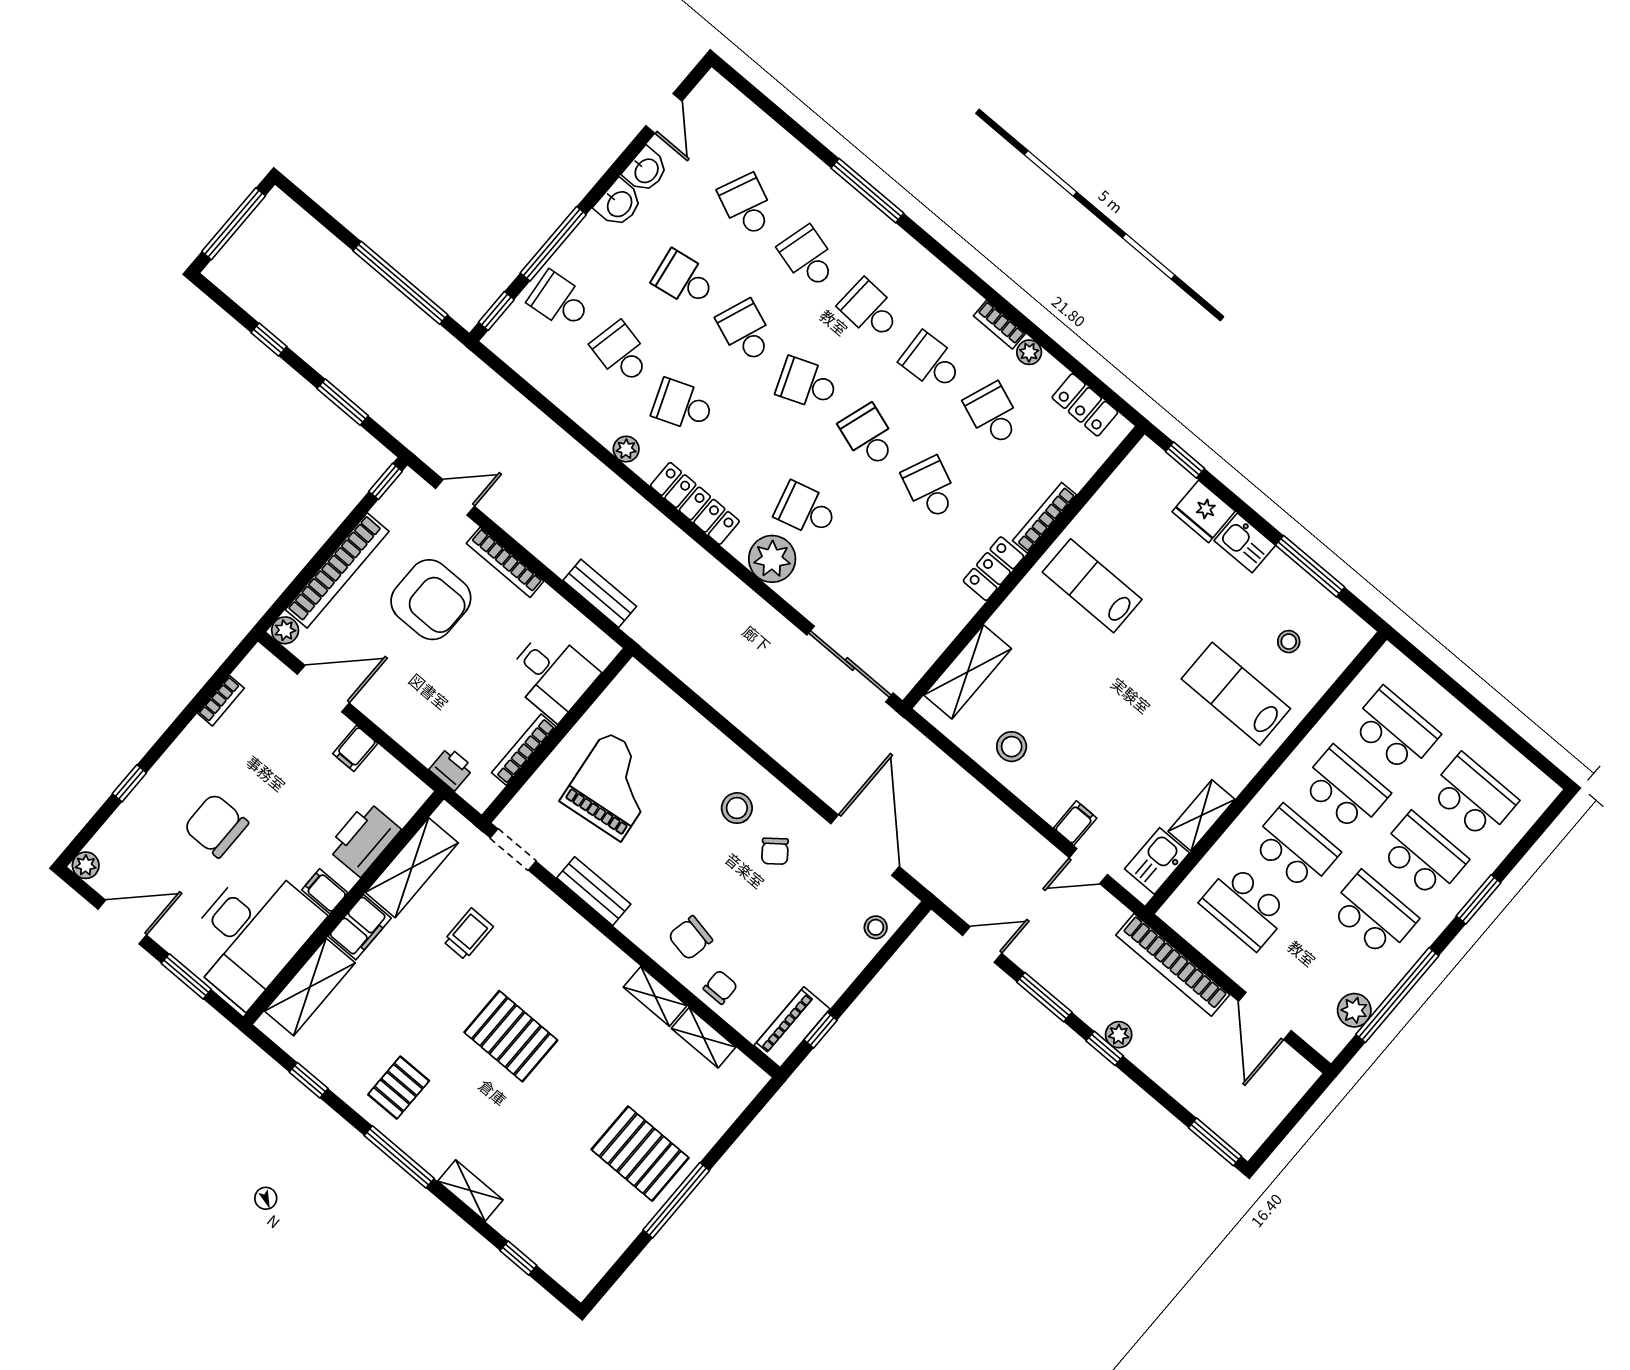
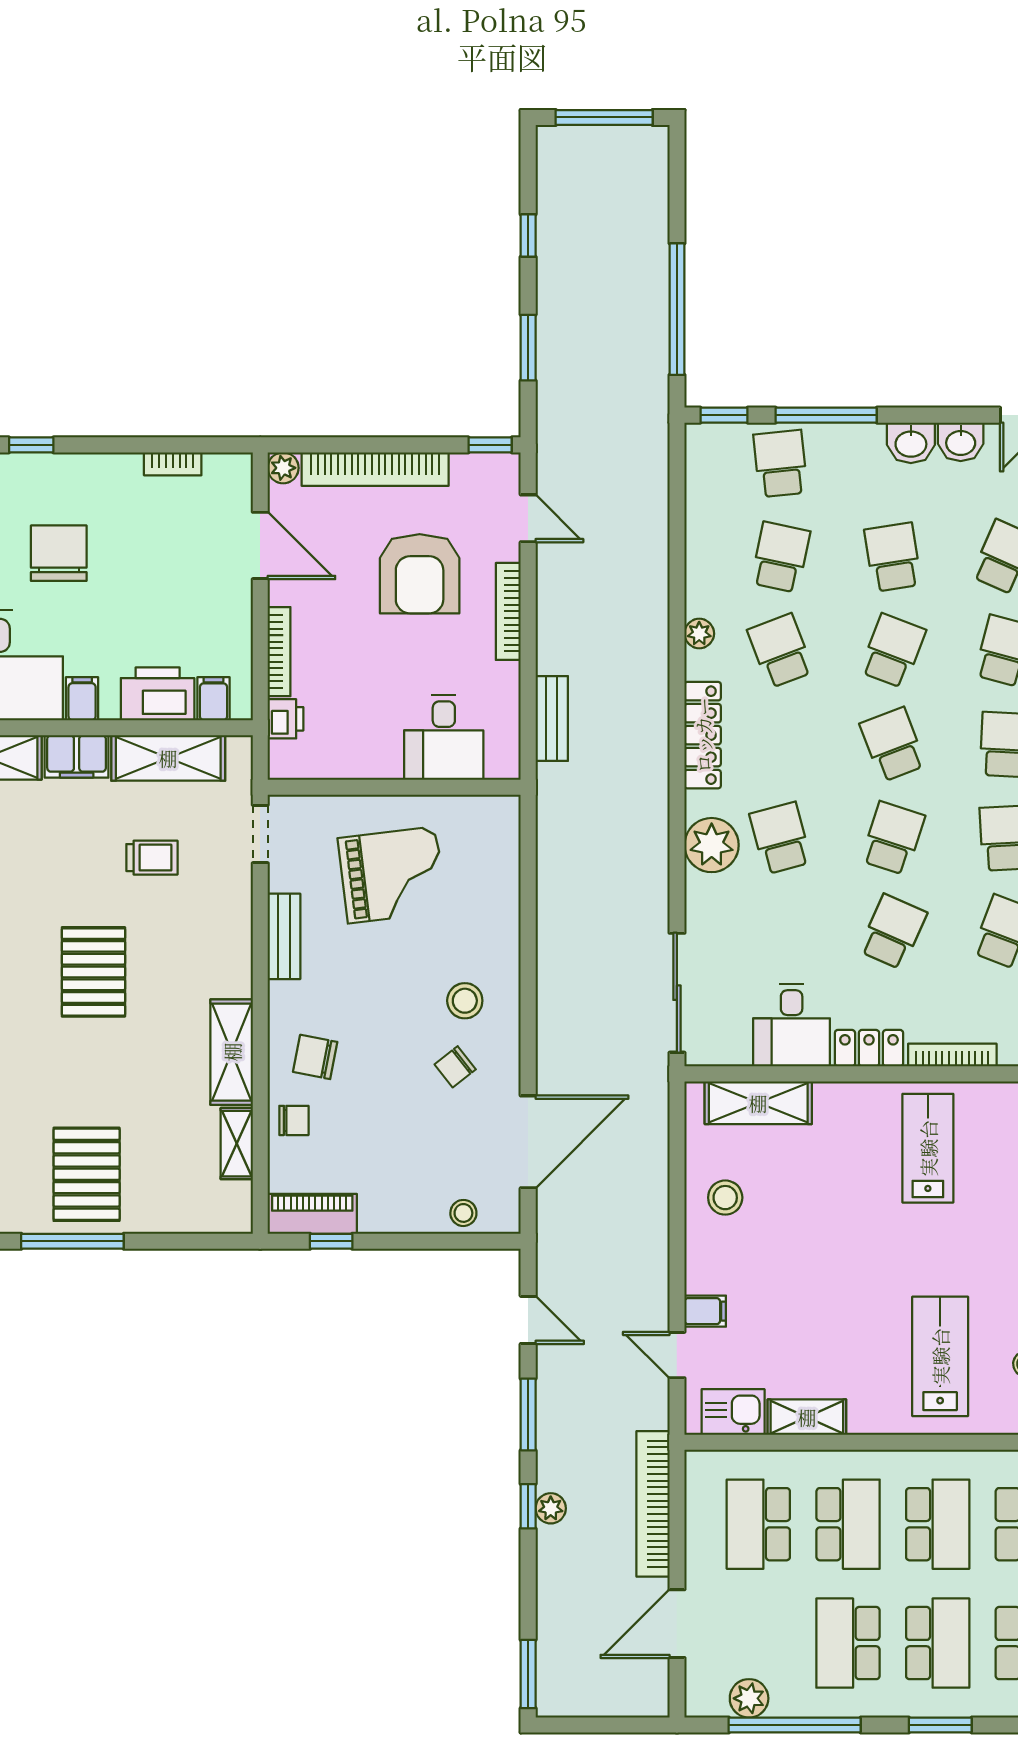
desk: (935, 607) -> (792, 1025), added
filing cabinet: (355, 748) -> (213, 699), moved, turned 90
bookcase: (524, 750) -> (279, 652), moved, turned 90
school desk: (1373, 914) -> (848, 1643), turned 180
shelving: (655, 996) -> (232, 1052), width x1.50, depth x1.33

